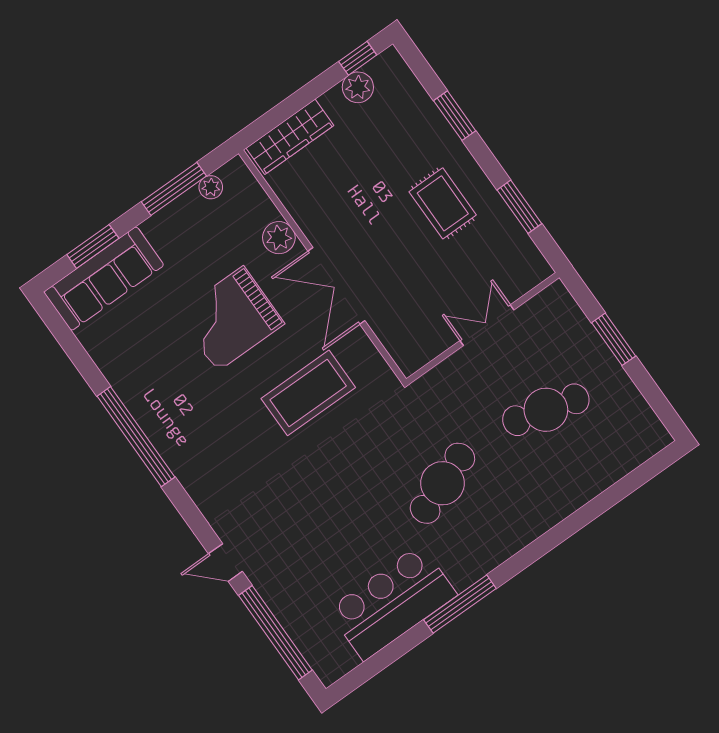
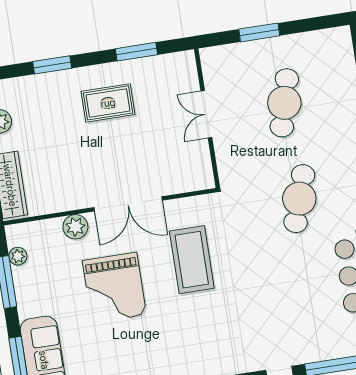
cafe table: (442, 483) -> (299, 199), turned 39

